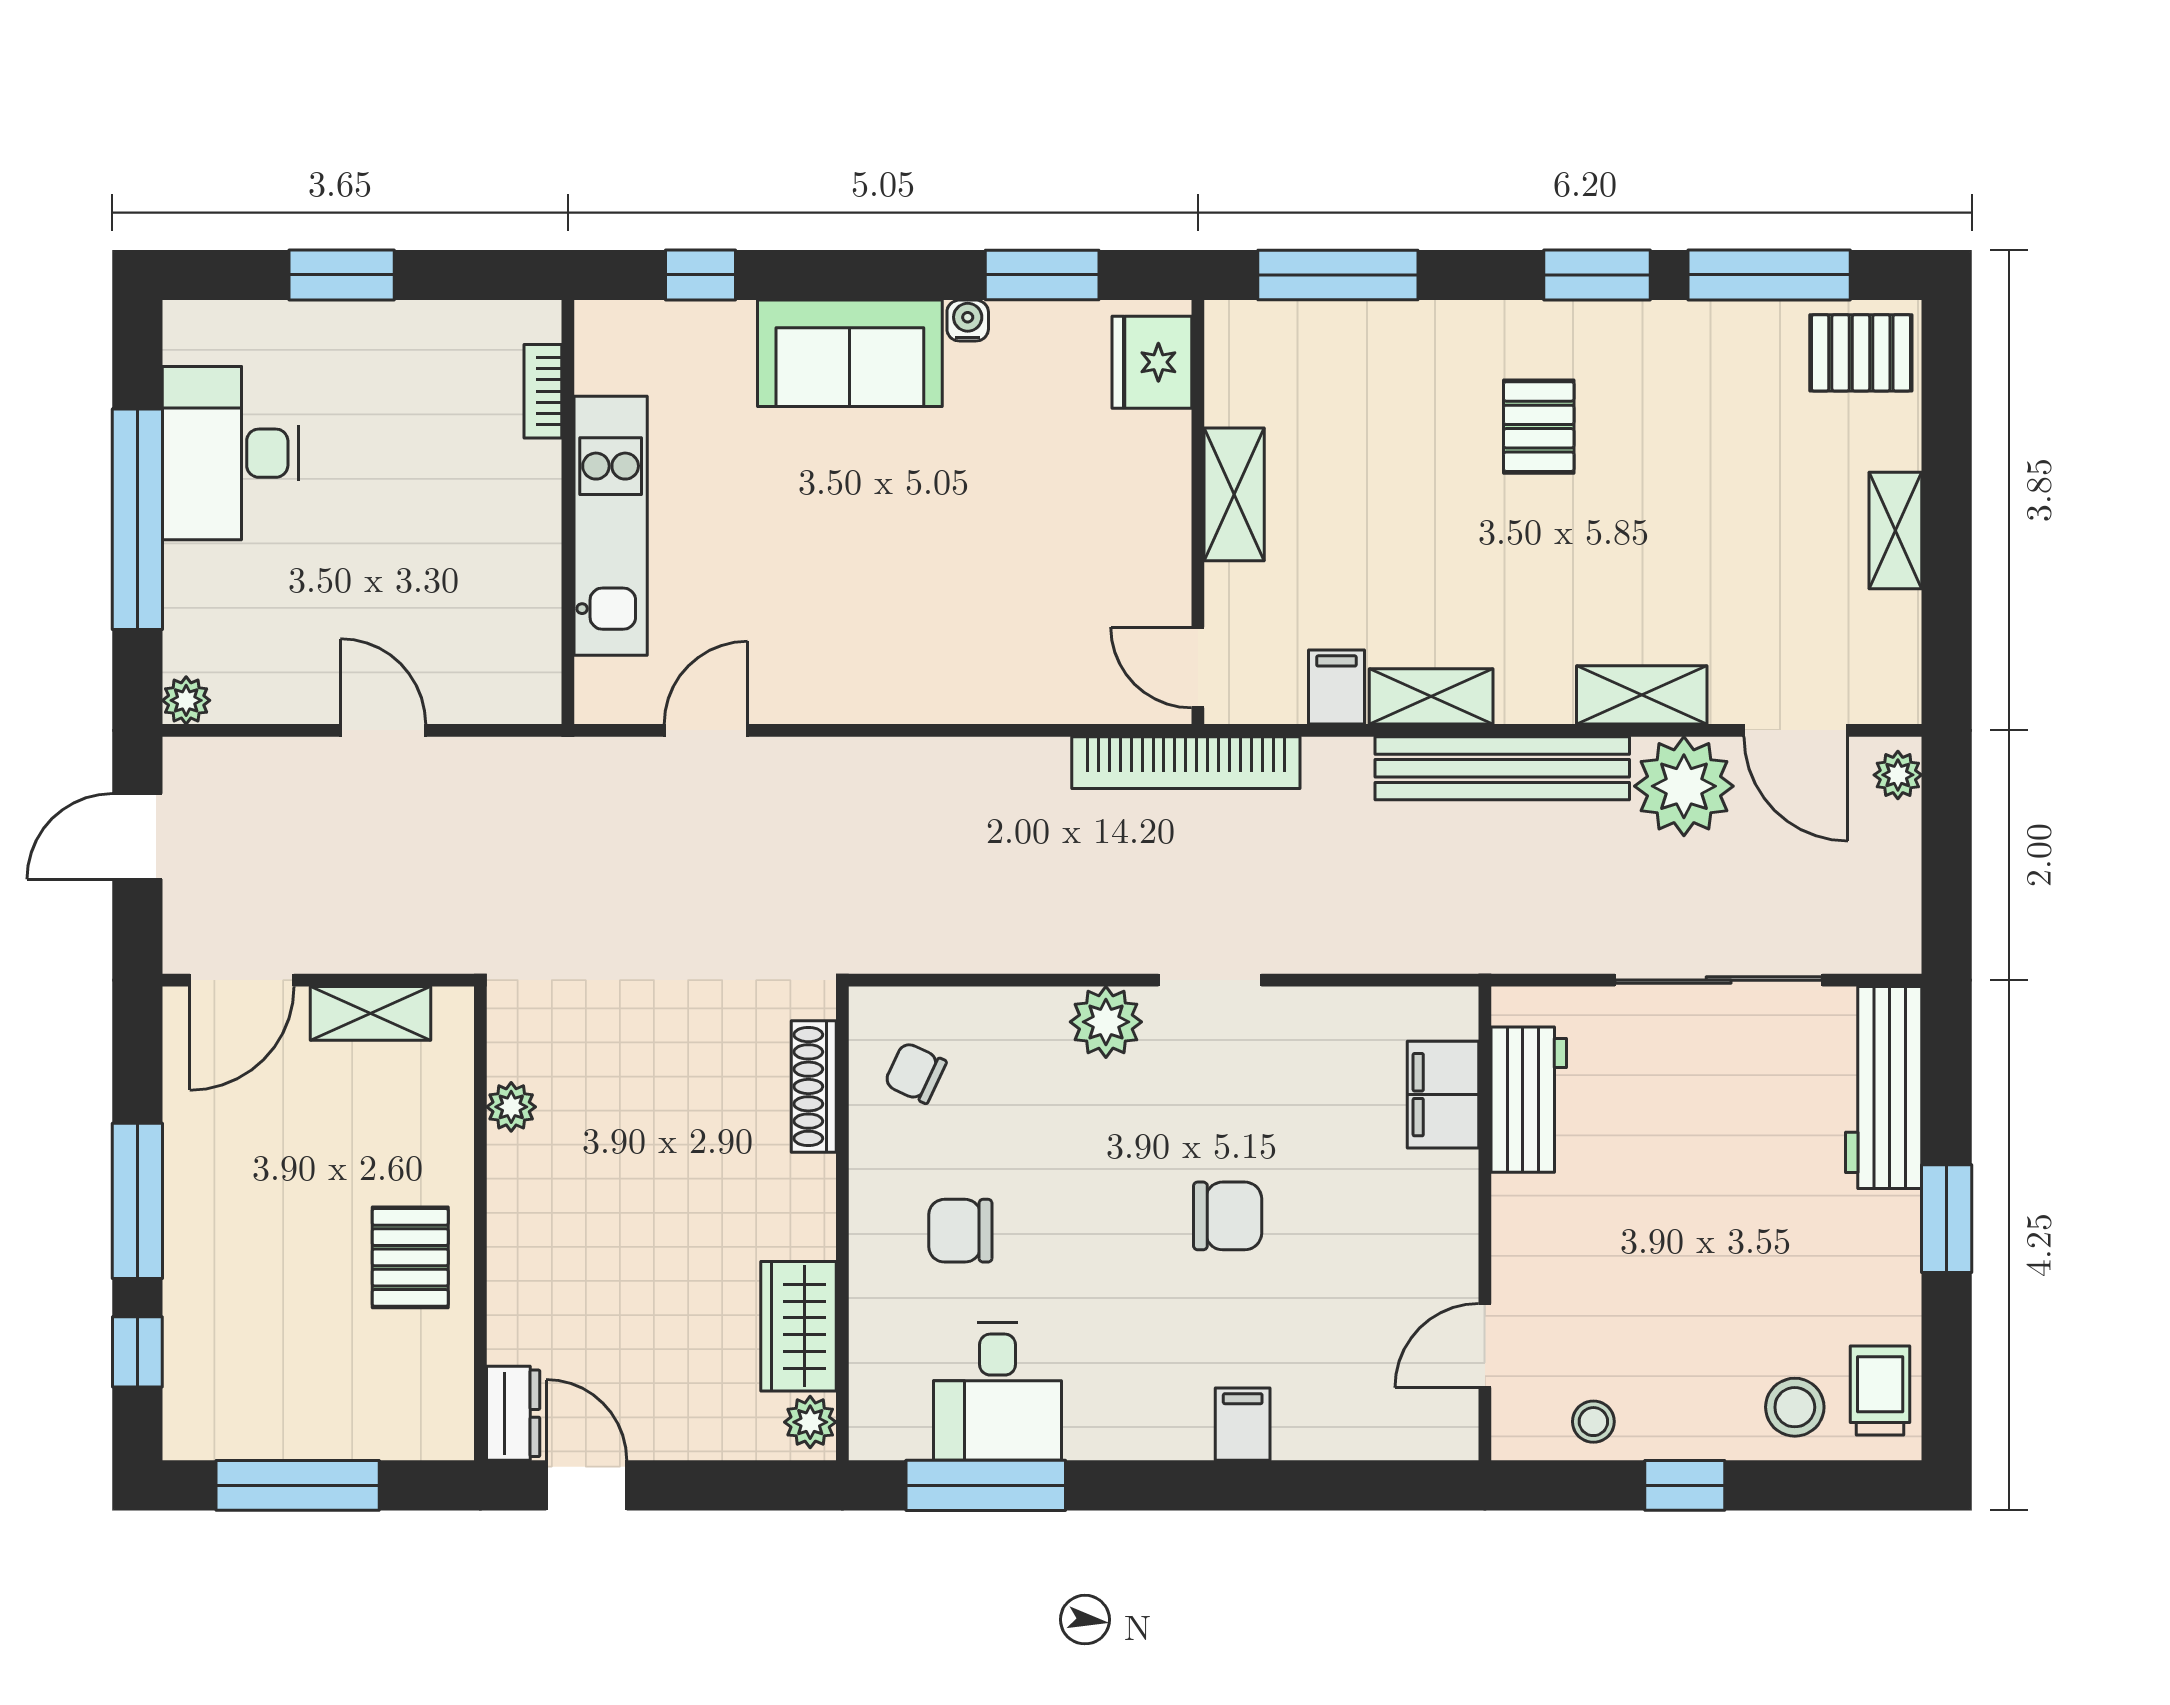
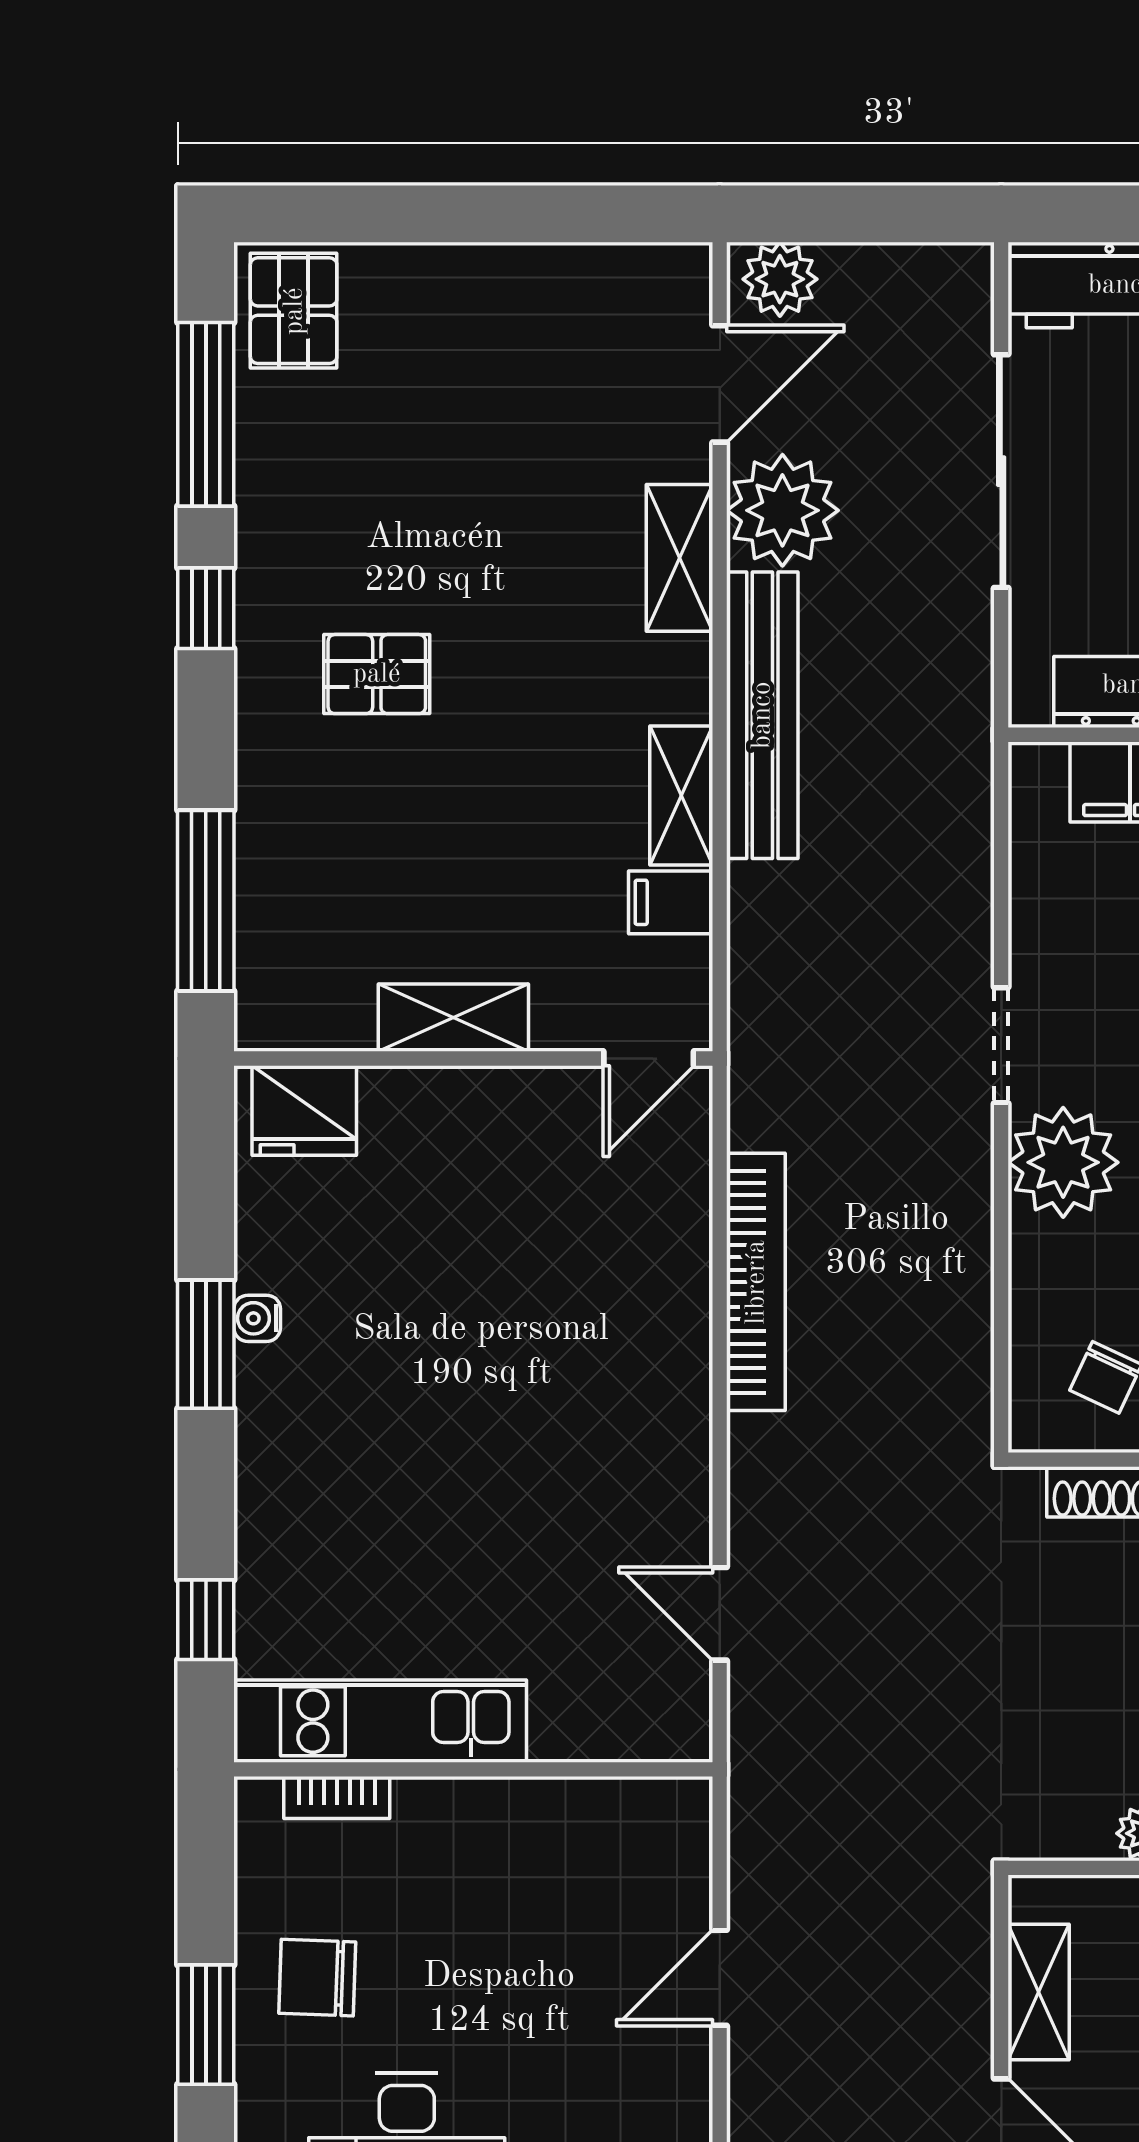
window: (1042, 275) -> (206, 1344), moved
window: (1597, 275) -> (206, 608), width x0.67
sofa: (850, 353) -> (294, 1451), removed
chair: (383, 374) -> (317, 1978), added
kitchen unit: (611, 526) -> (380, 1721), moved
shelving: (1895, 531) -> (494, 272), removed
bookcase: (1186, 763) -> (756, 1282), moved
plant: (1898, 775) -> (780, 279), width x1.38, depth x1.38
plant: (1106, 1022) -> (1063, 1162), width x1.36, depth x1.36

